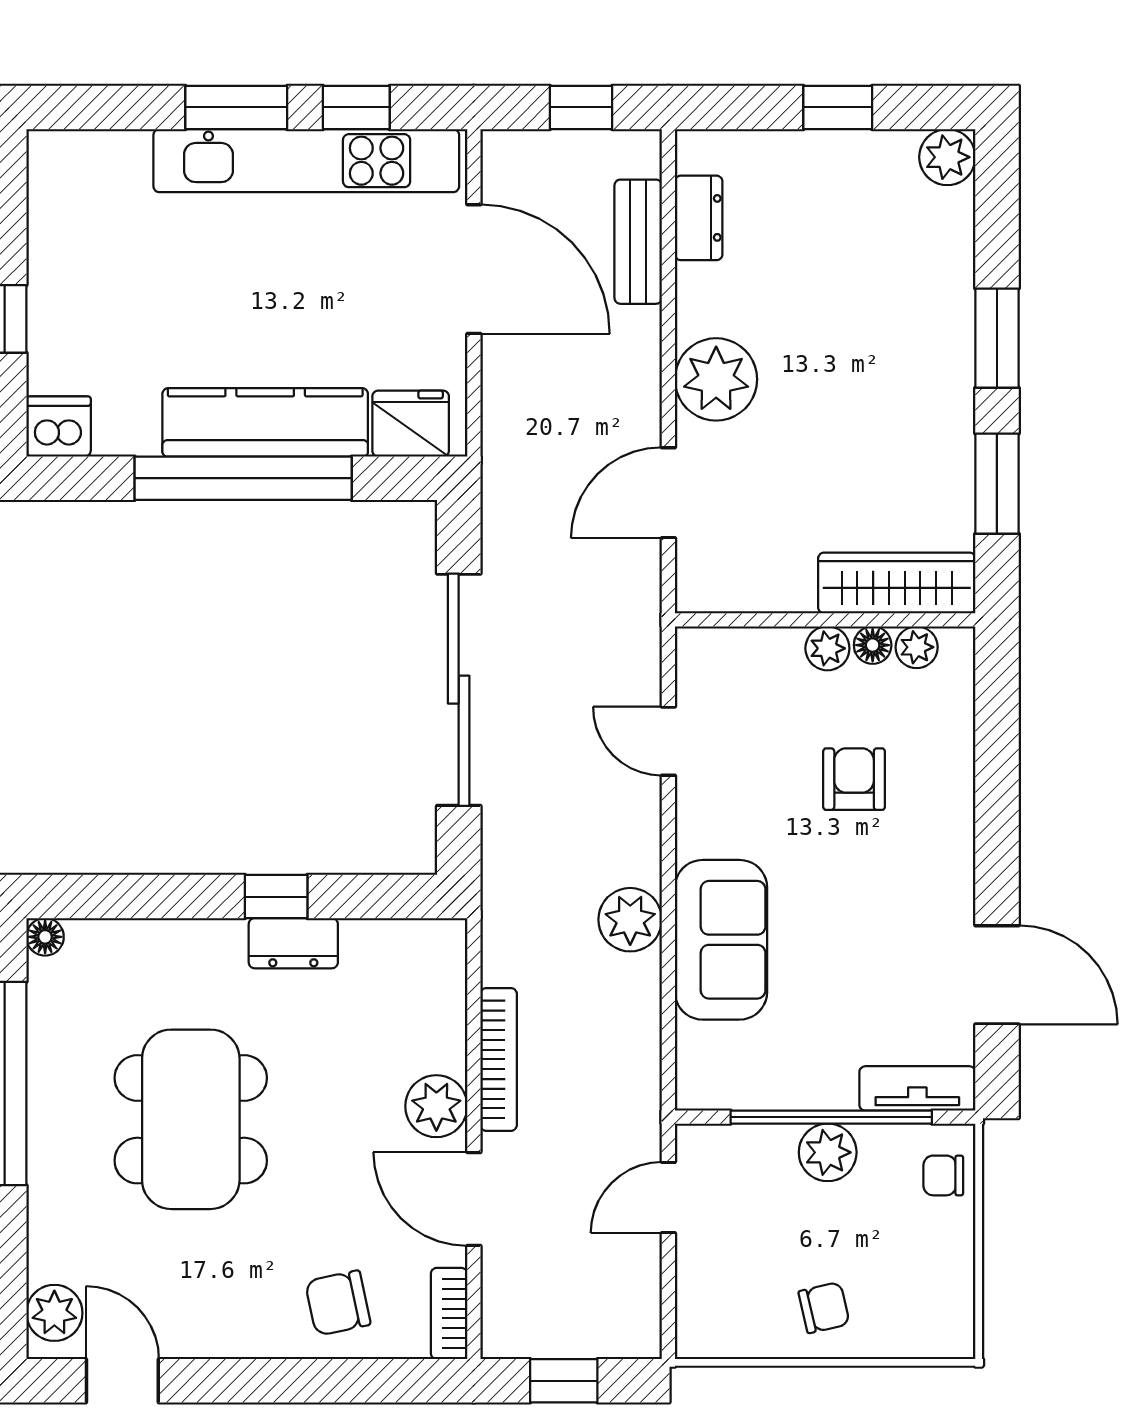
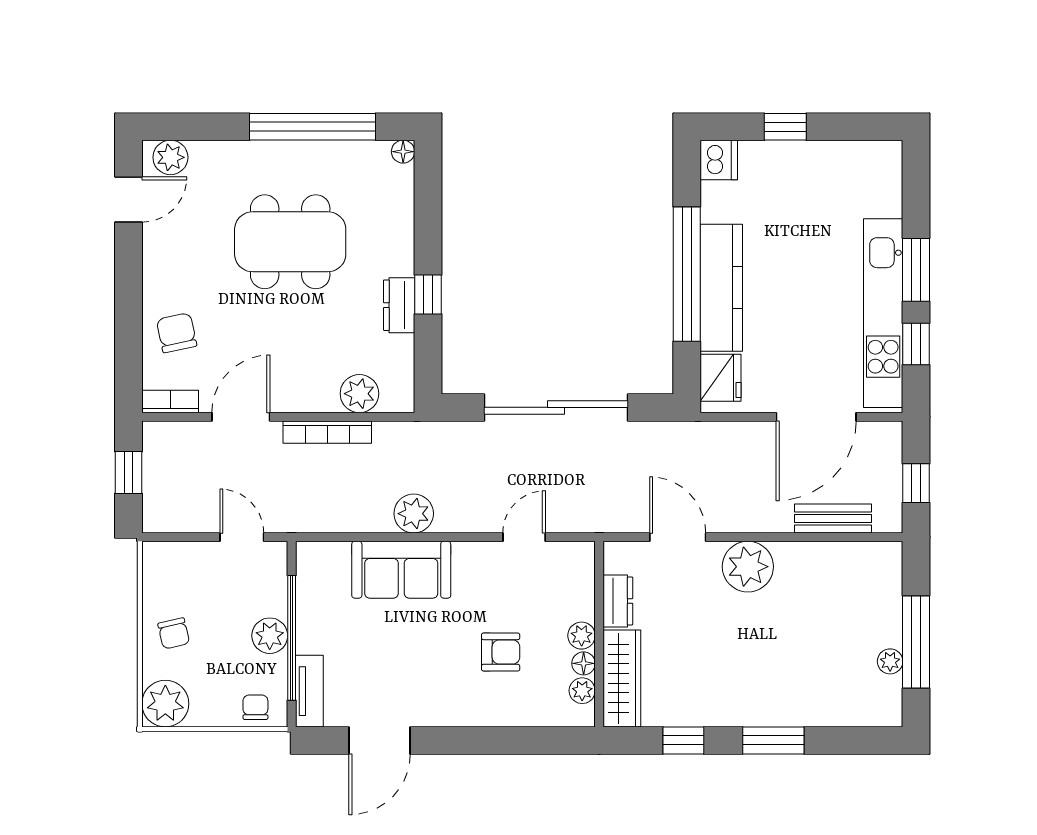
window: (838, 107) -> (916, 642), width x2.17
plant: (947, 157) -> (890, 661), moved, width x0.73, depth x0.73
dresser: (699, 218) -> (618, 601), moved, turned -90
window: (997, 484) -> (683, 740), width x0.67
plant: (436, 1106) -> (359, 394), moved
plant: (937, 1321) -> (165, 704), added

